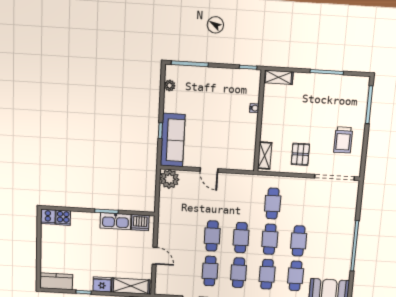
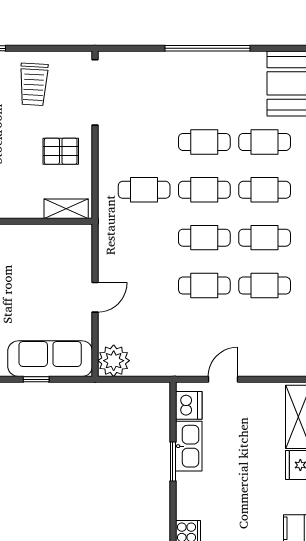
trolley: (343, 140) -> (34, 84), turned 93
door: (155, 256) -> (223, 379), moved

